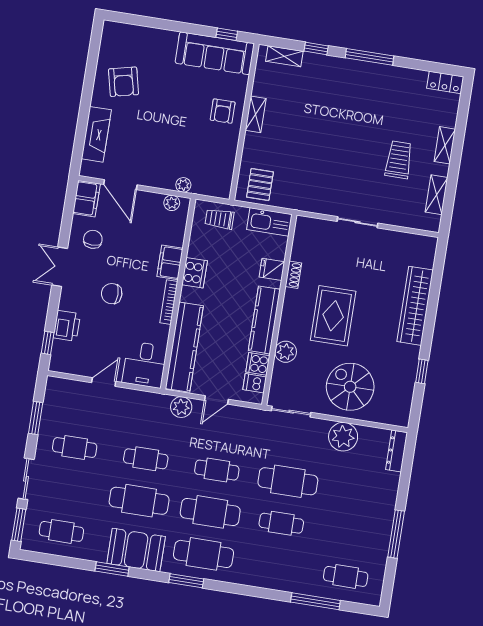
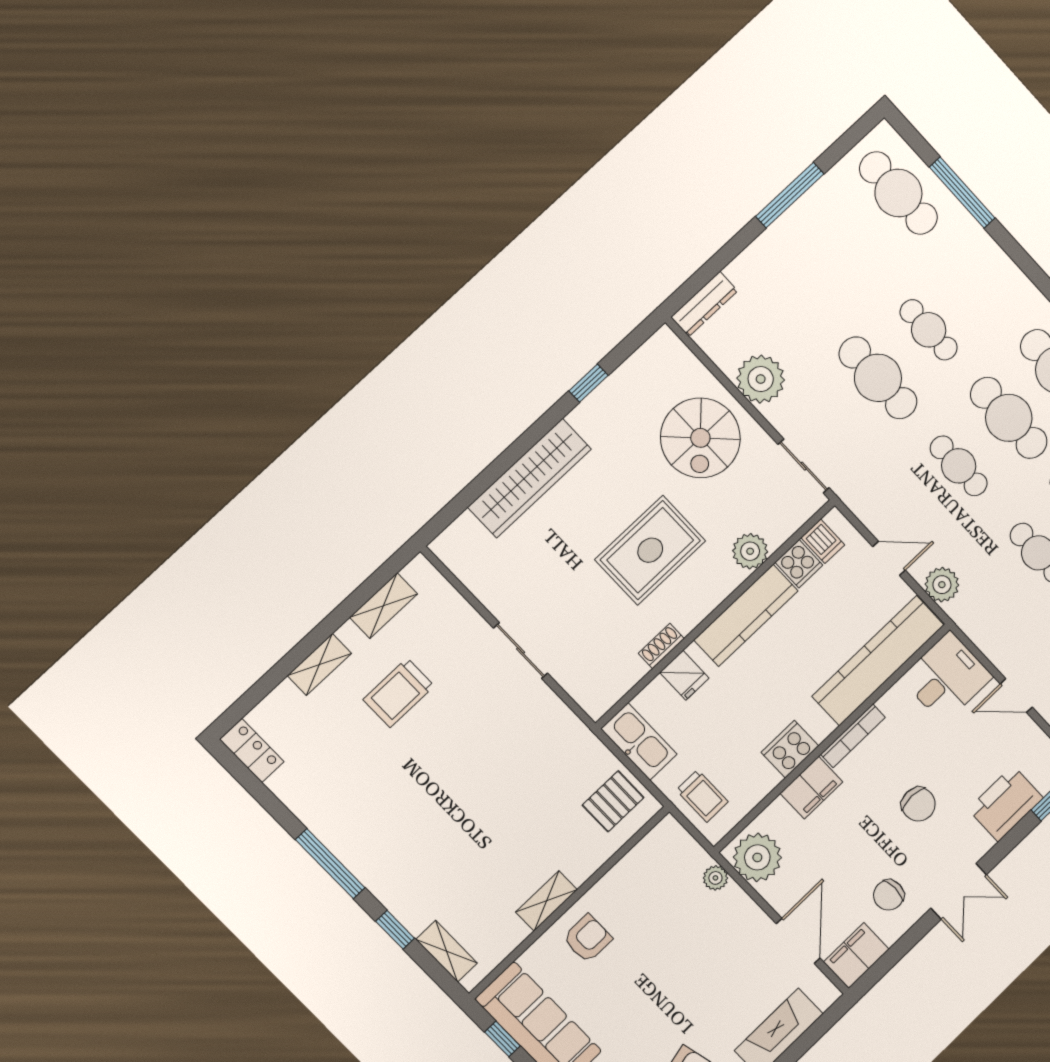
plant: (172, 203) -> (757, 857), width x1.88, depth x1.88
printer: (67, 326) -> (1006, 804), width x1.37, depth x1.19
cafe table: (346, 576) -> (898, 193), width x1.37, depth x1.35

